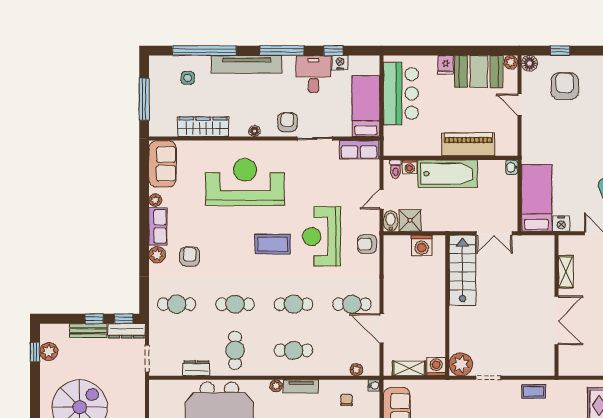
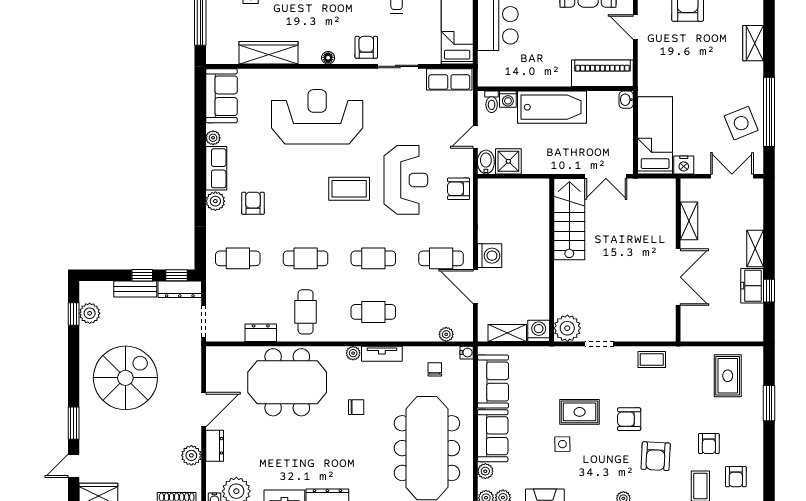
piano: (468, 144) -> (602, 73), moved
reception desk: (322, 236) -> (406, 180), turned 180
washing machine: (422, 246) -> (490, 256), moved, turned -90

